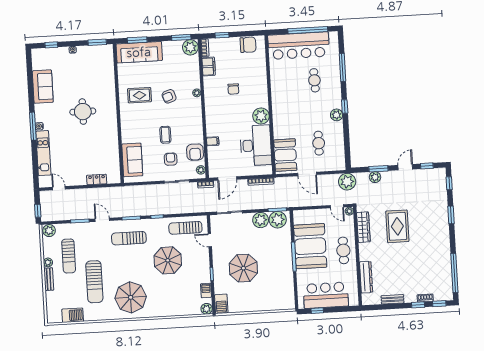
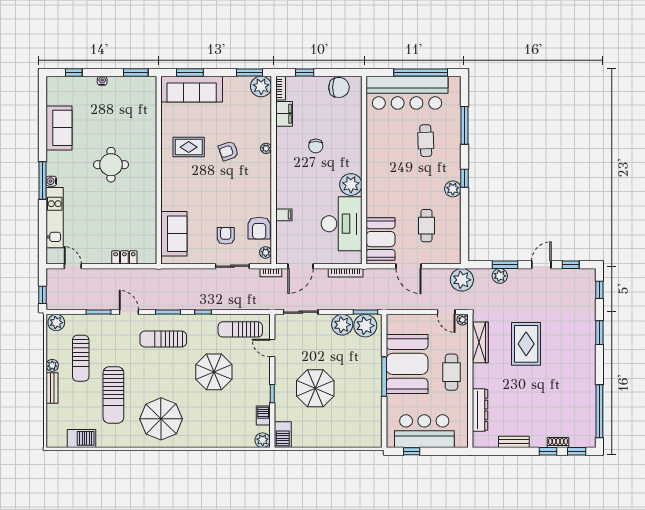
coffee table: (165, 135) -> (221, 202), removed

